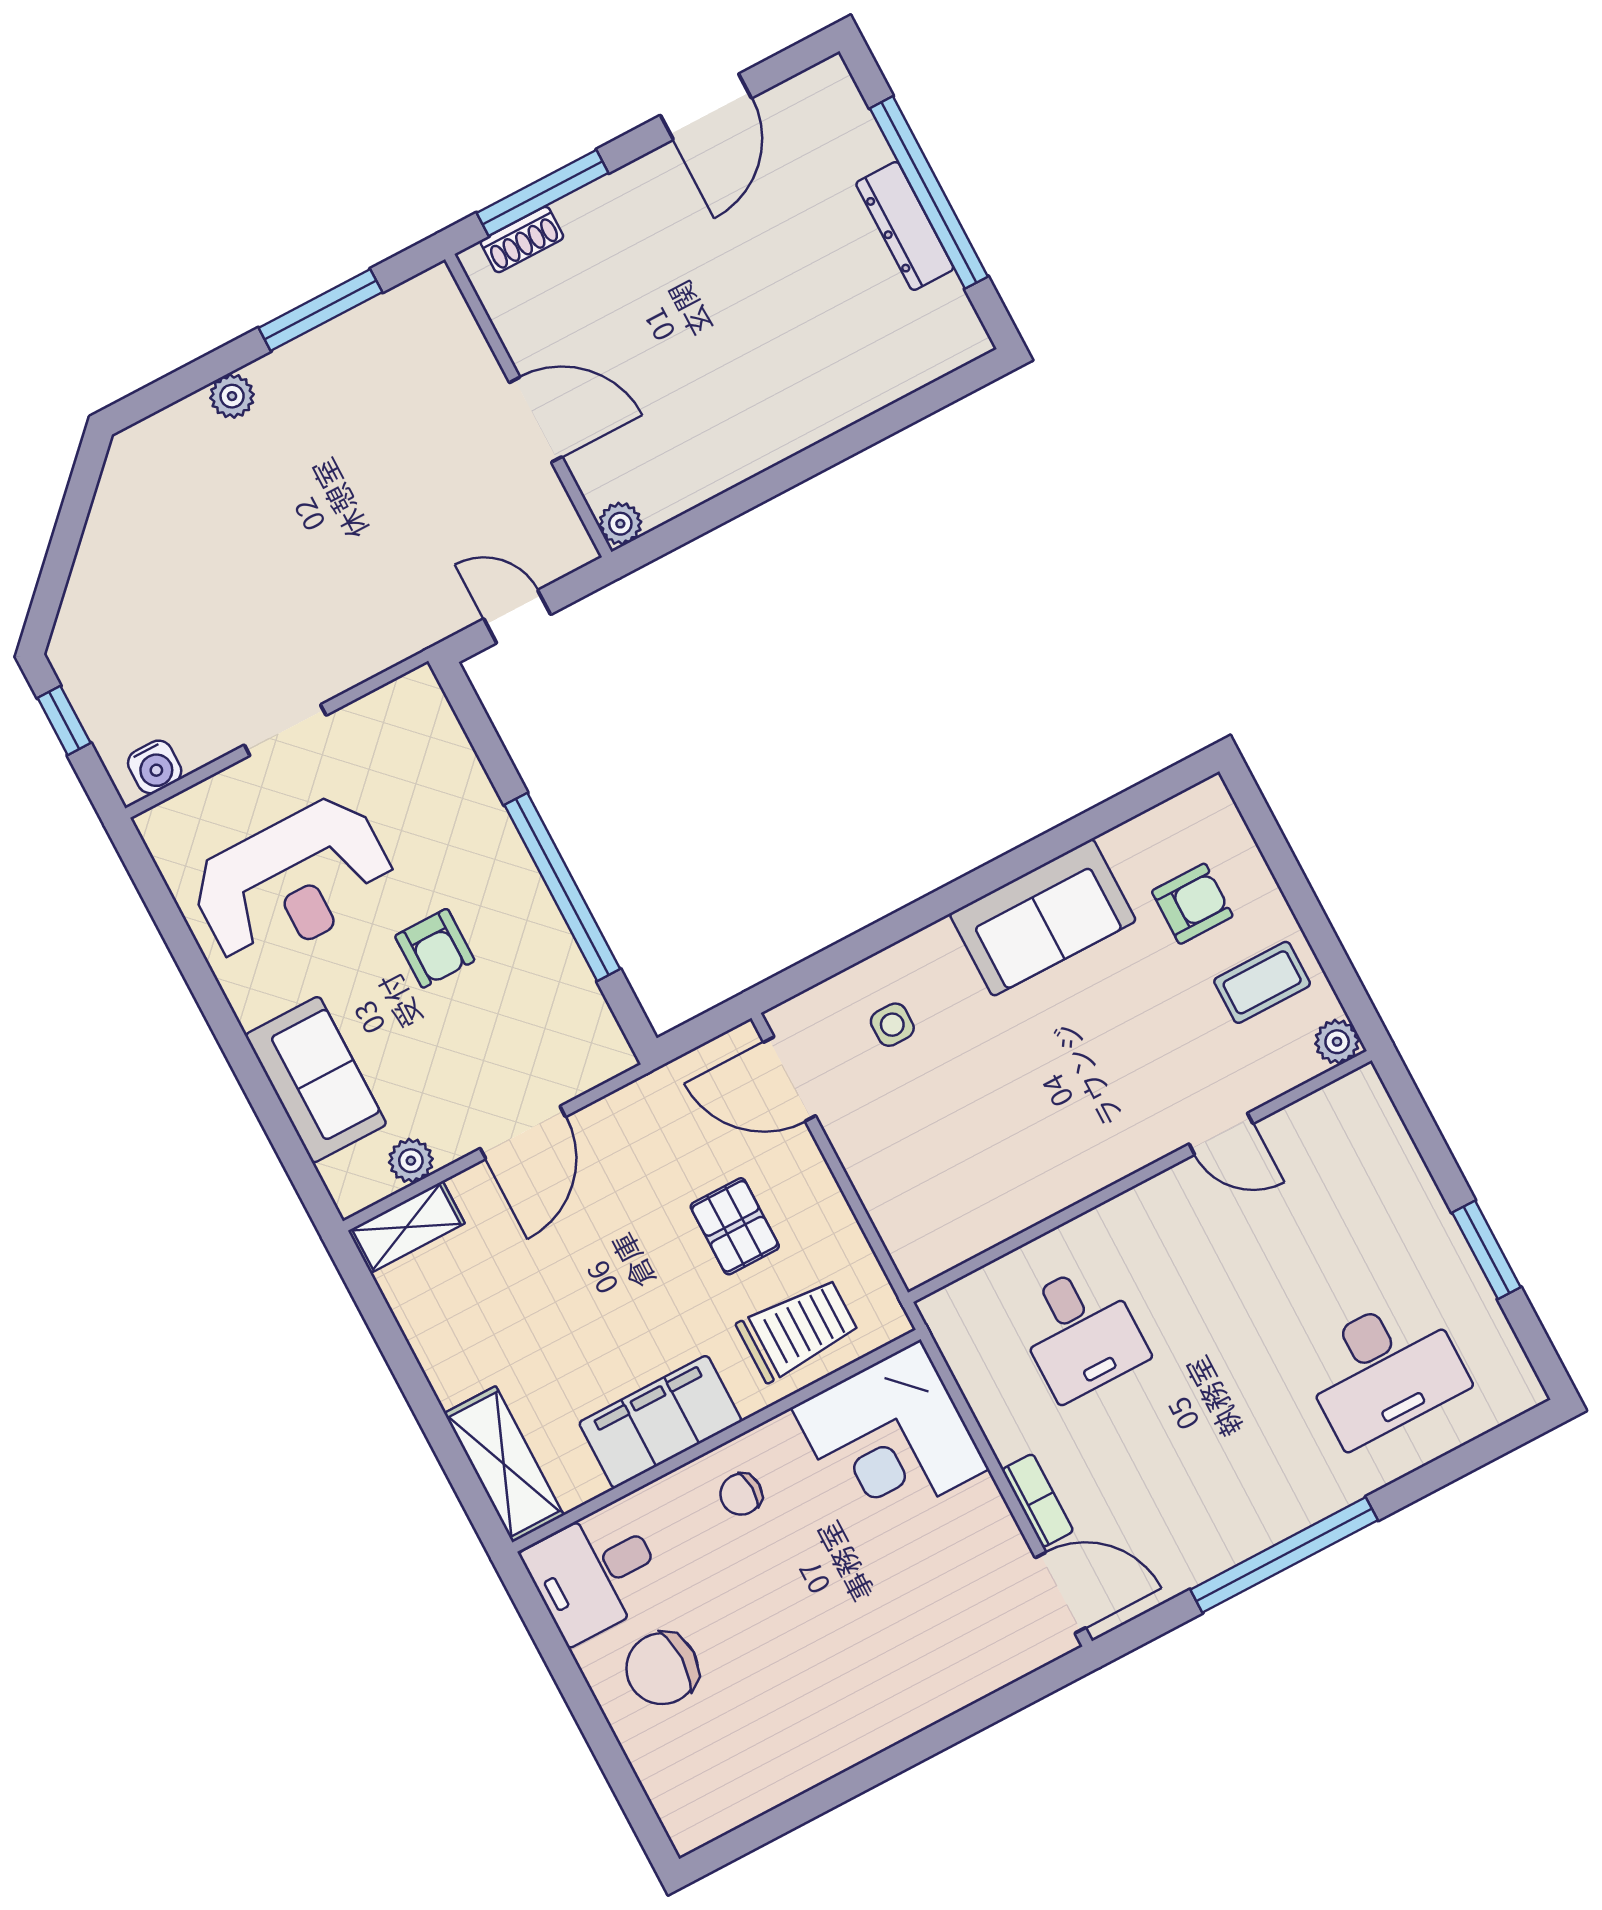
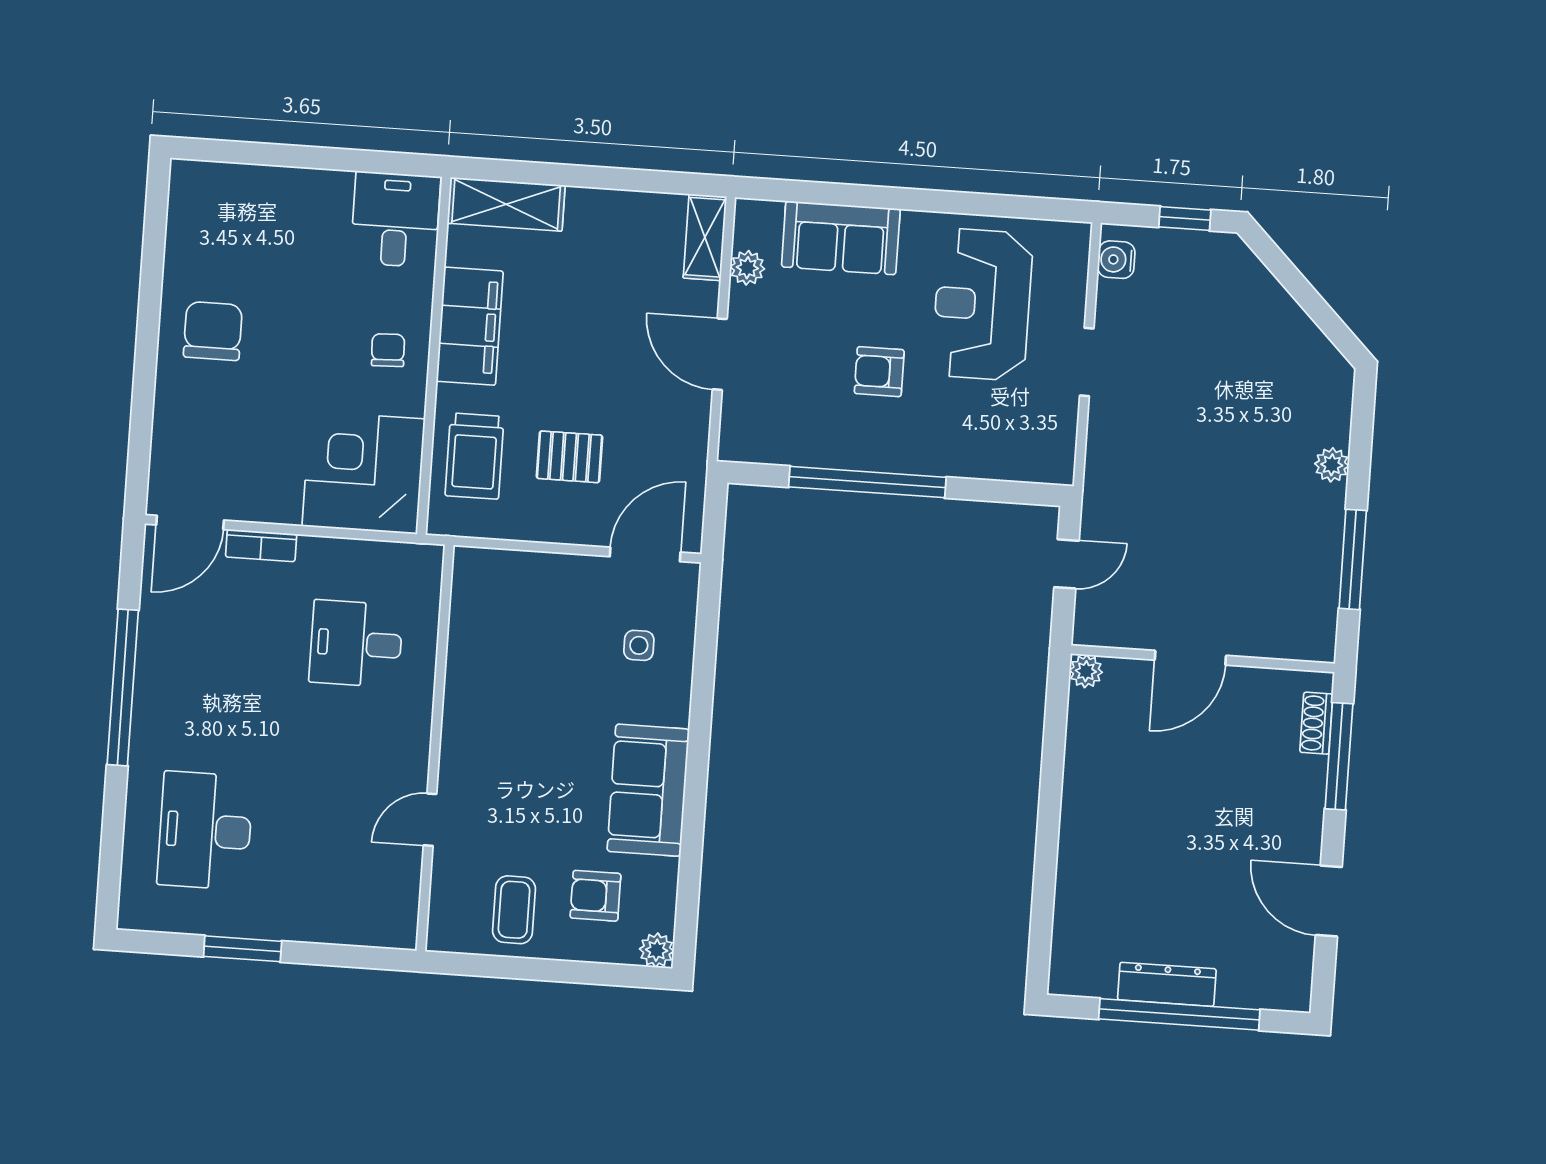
armchair: (1192, 904) -> (595, 896), turned 90
plant: (1337, 1042) -> (657, 950), moved
chair: (662, 1669) -> (213, 331), moved

